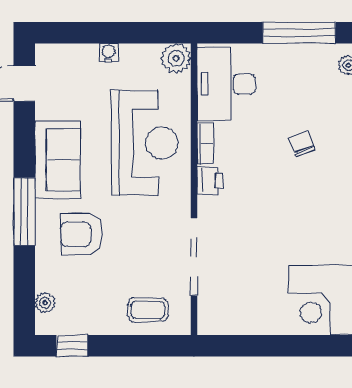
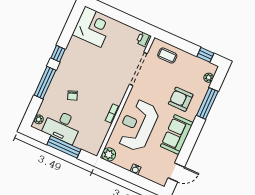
window: (299, 33) -> (64, 147), moved
desk: (226, 84) -> (62, 126), moved, turned 90
printer: (210, 180) -> (144, 39), moved
window: (24, 212) -> (207, 103), moved
armchair: (82, 234) -> (181, 99), turned 180

